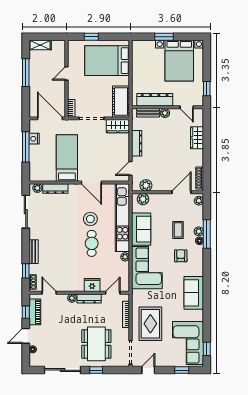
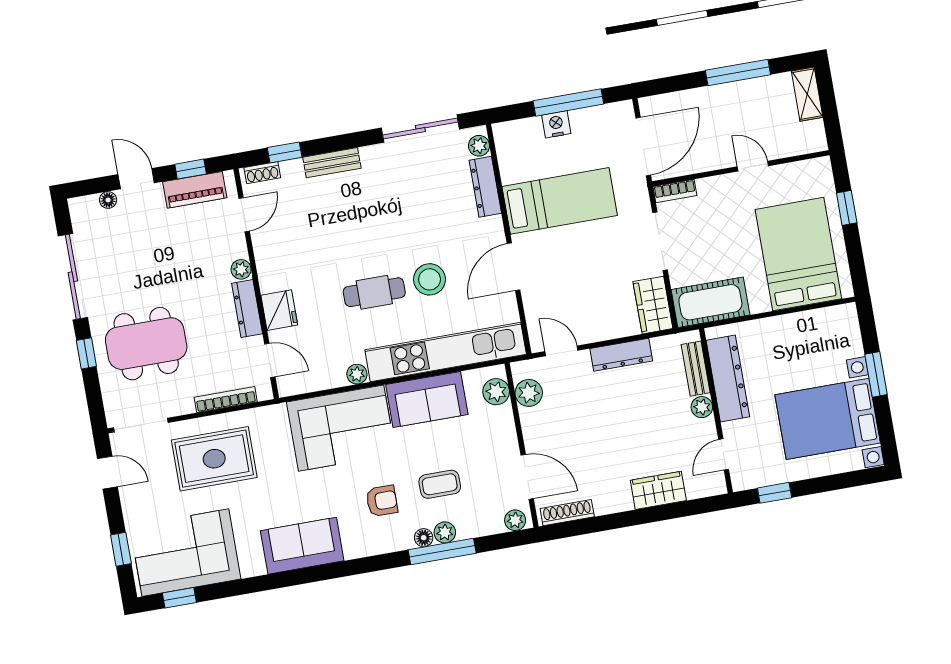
nightstand: (34, 139) -> (556, 124), moved

